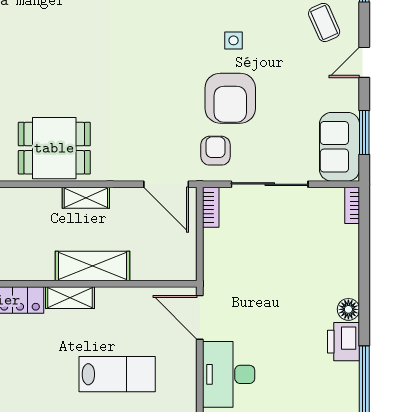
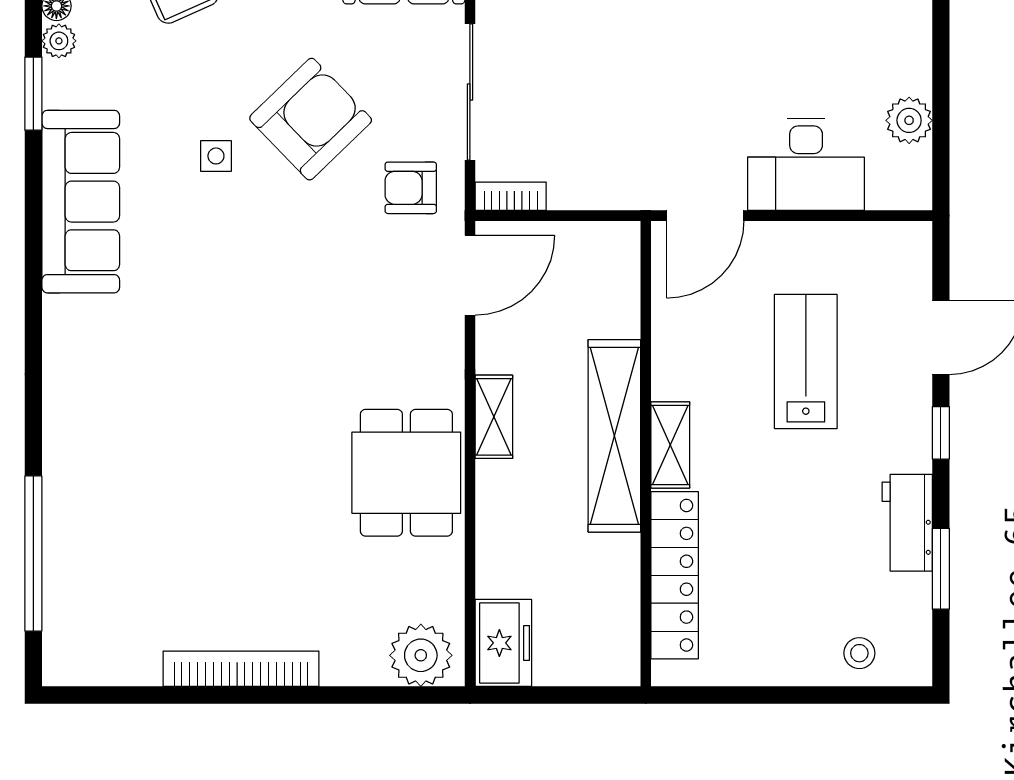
armchair: (230, 98) -> (311, 119), moved, turned -44
shelving: (92, 266) -> (614, 436), width x1.47

